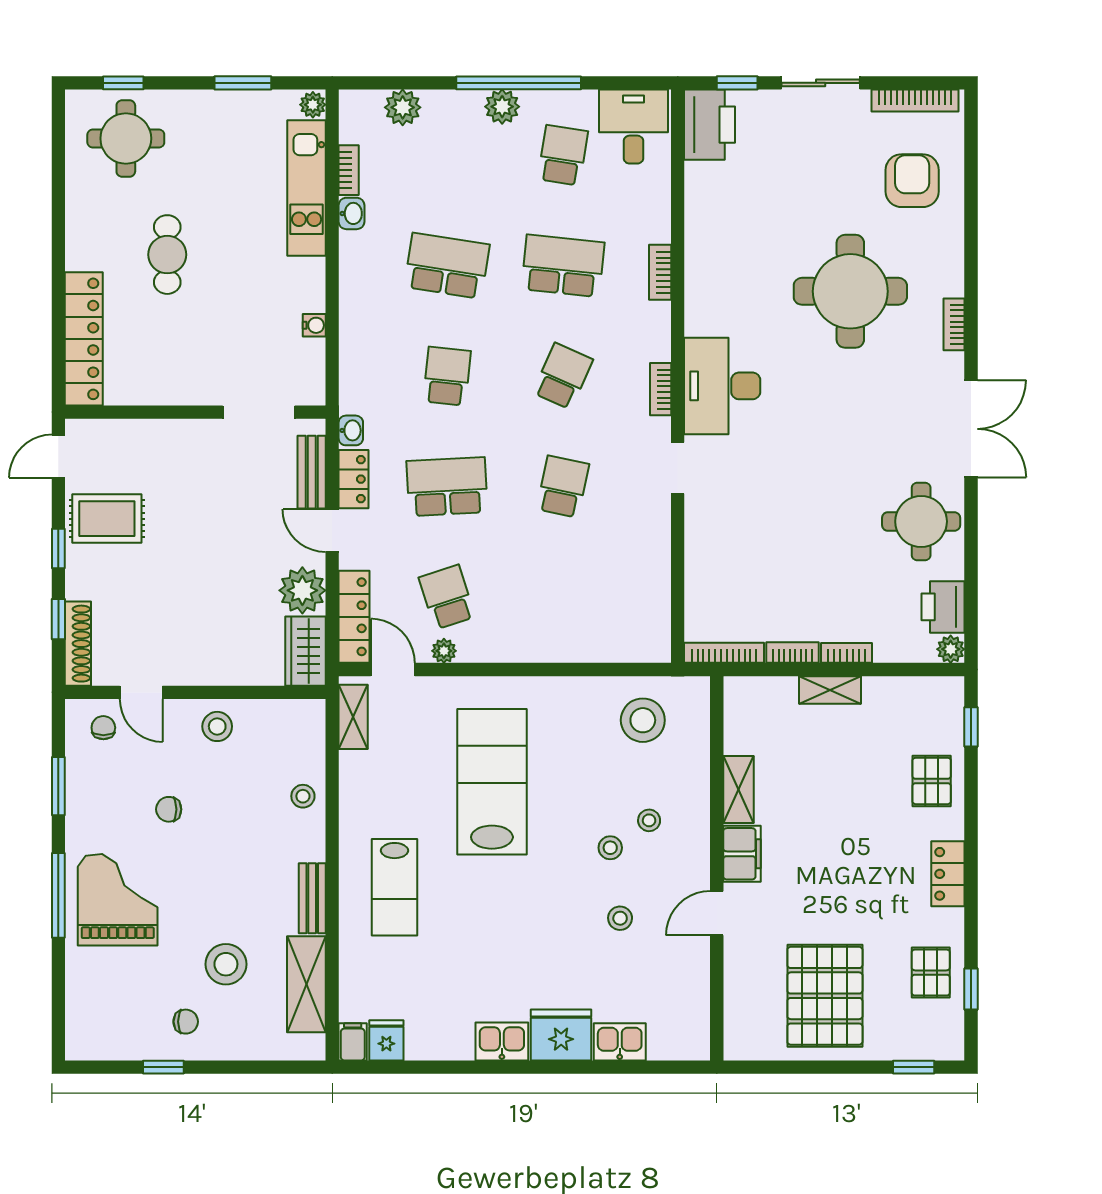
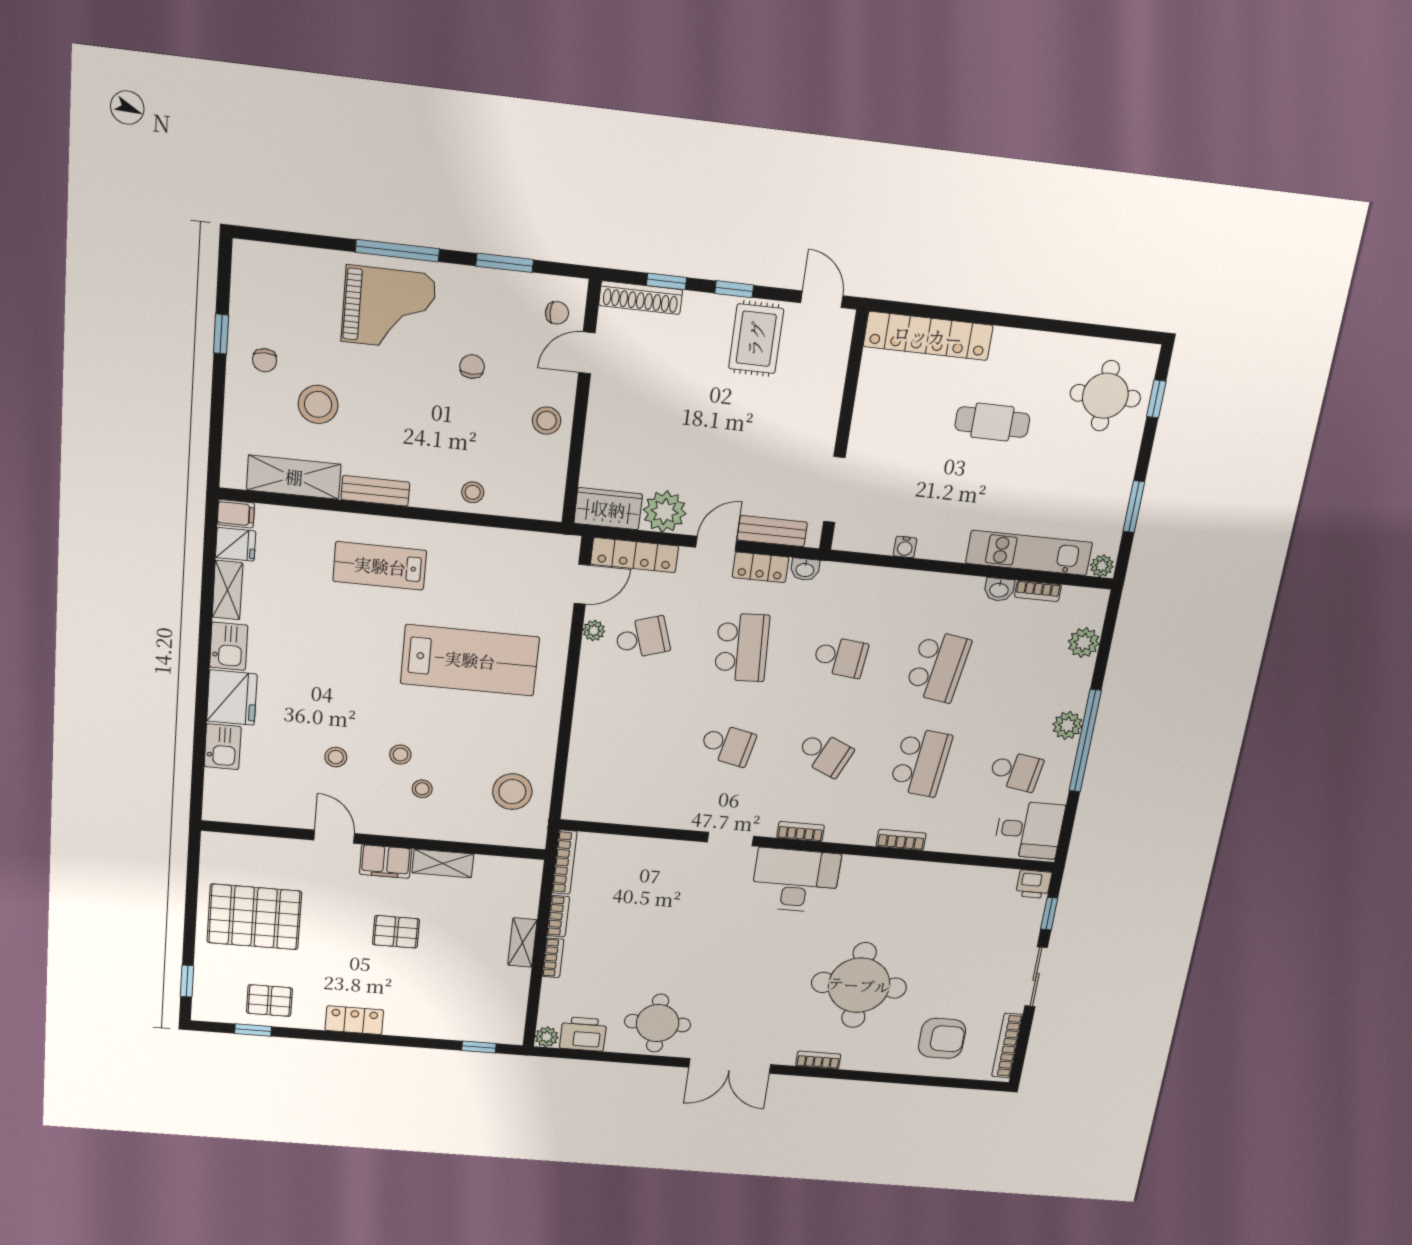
printer: (710, 125) -> (1034, 884), width x0.53, depth x0.68
shelving: (353, 717) -> (228, 590), moved, turned 90
pallet: (932, 781) -> (396, 932), moved

